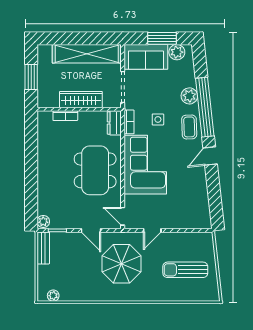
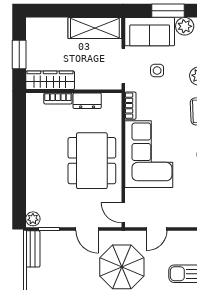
shelving: (87, 54) -> (95, 28), width x0.68
wardrobe: (81, 100) -> (50, 80), moved
side table: (158, 119) -> (157, 71), moved
dresser: (114, 123) -> (87, 101), moved, turned -90

